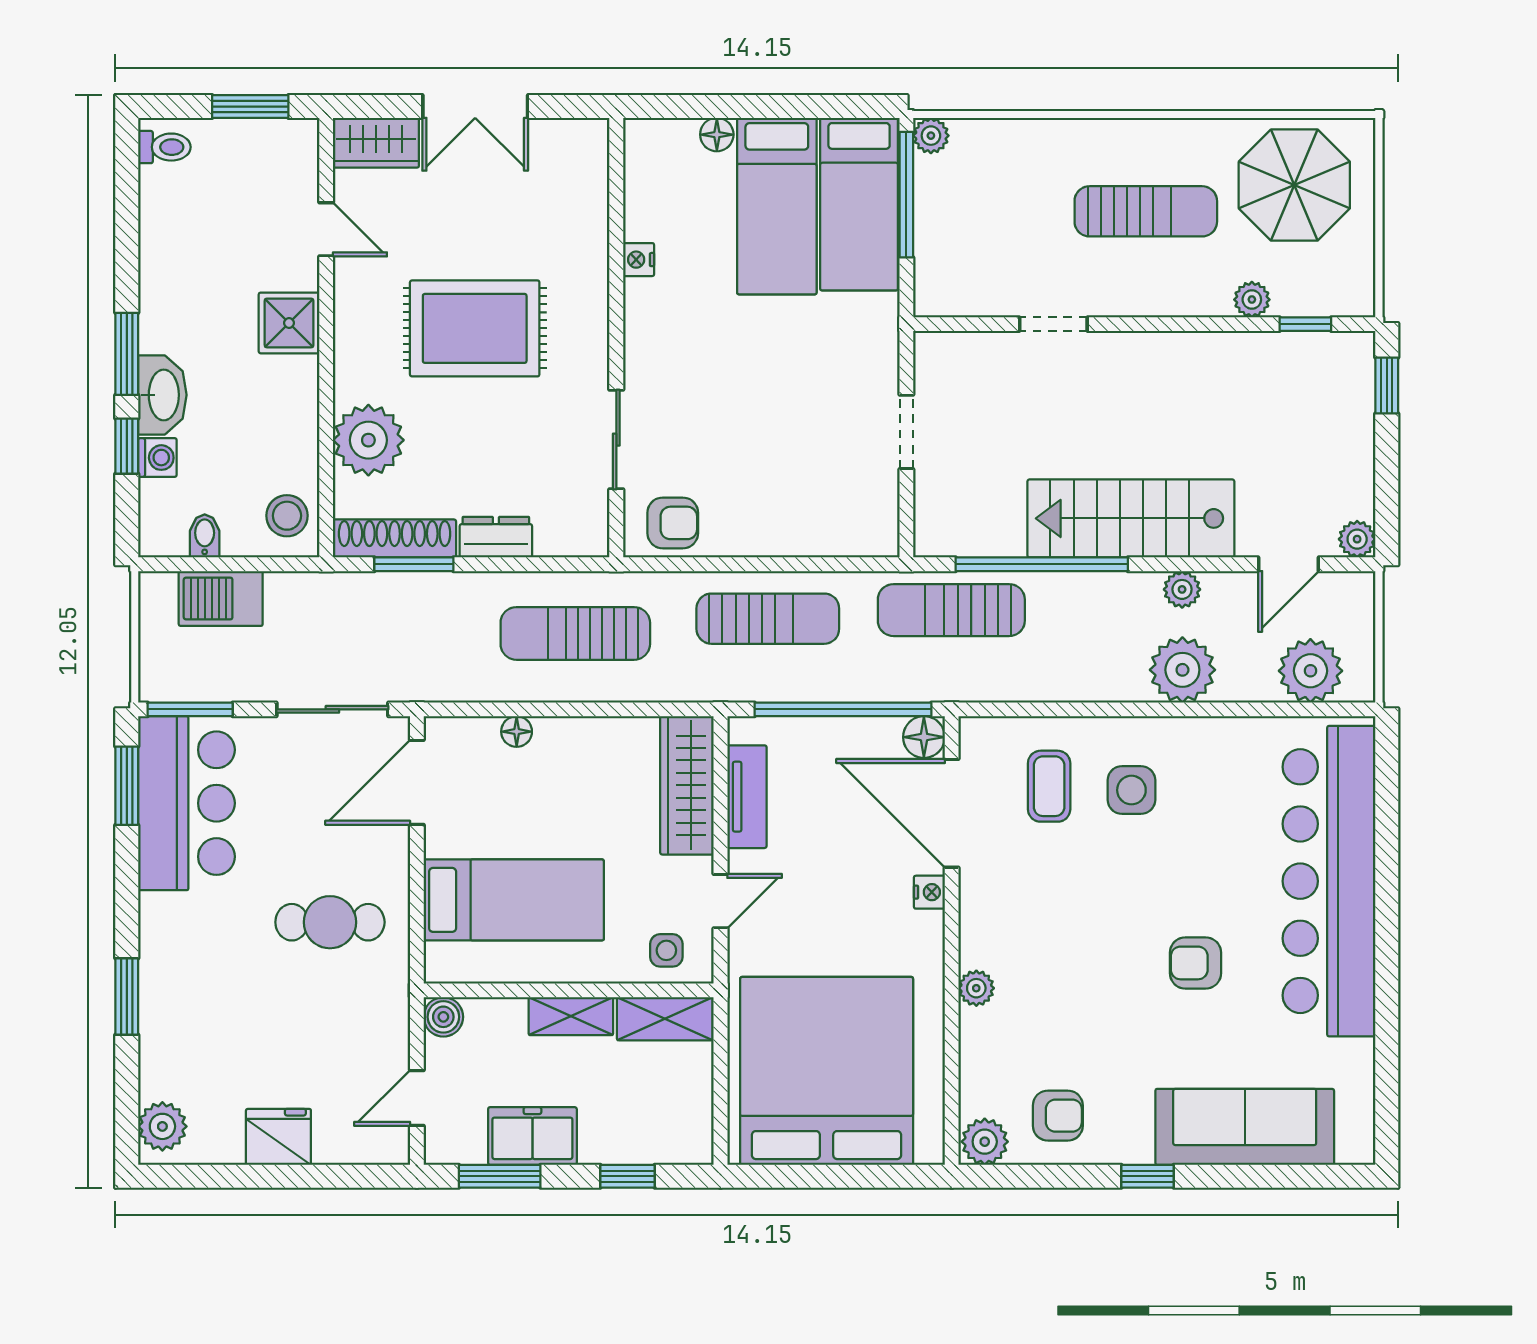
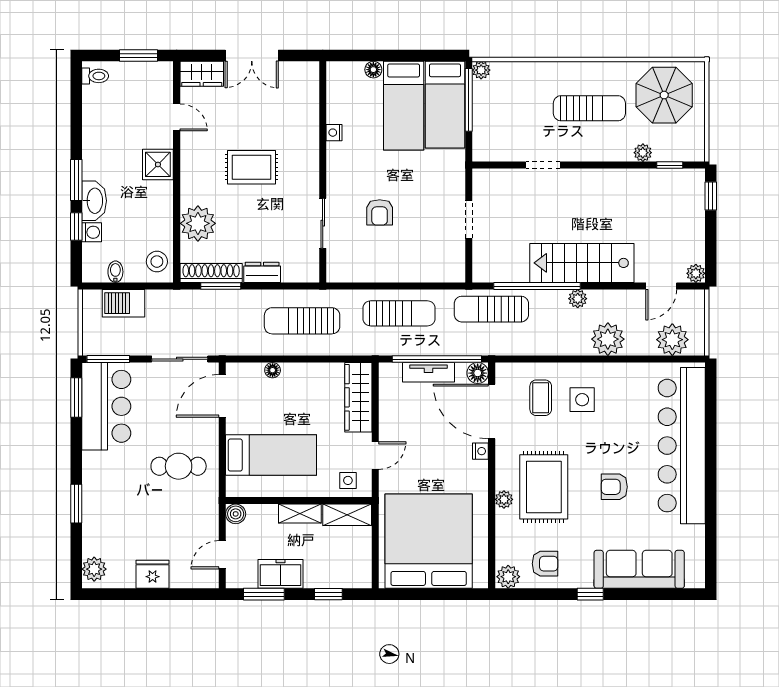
rug: (475, 328) -> (251, 167), width x0.73, depth x0.70
armchair: (673, 523) -> (380, 212), moved, turned 90
plant: (1182, 589) -> (578, 299), moved
tv unit: (747, 797) -> (429, 372), moved, turned 90
rug: (1055, 963) -> (544, 487), added

